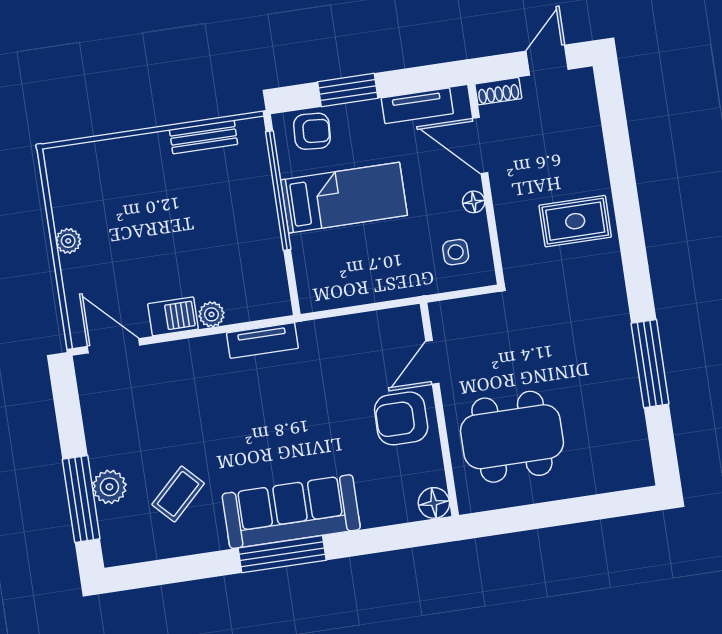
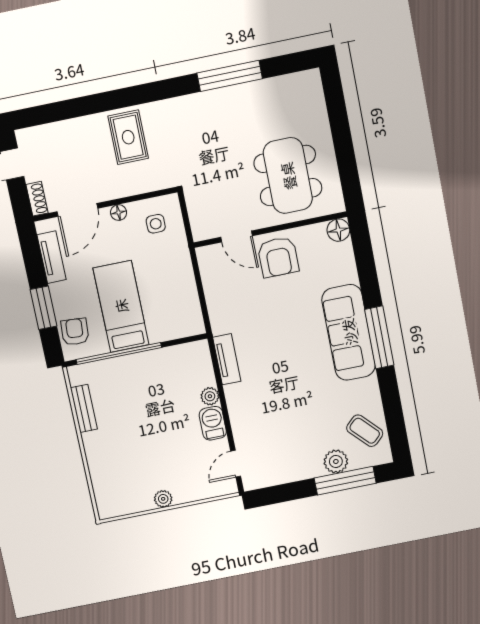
door: (114, 346) -> (236, 464), width x0.73
coffee table: (178, 494) -> (365, 431), moved

